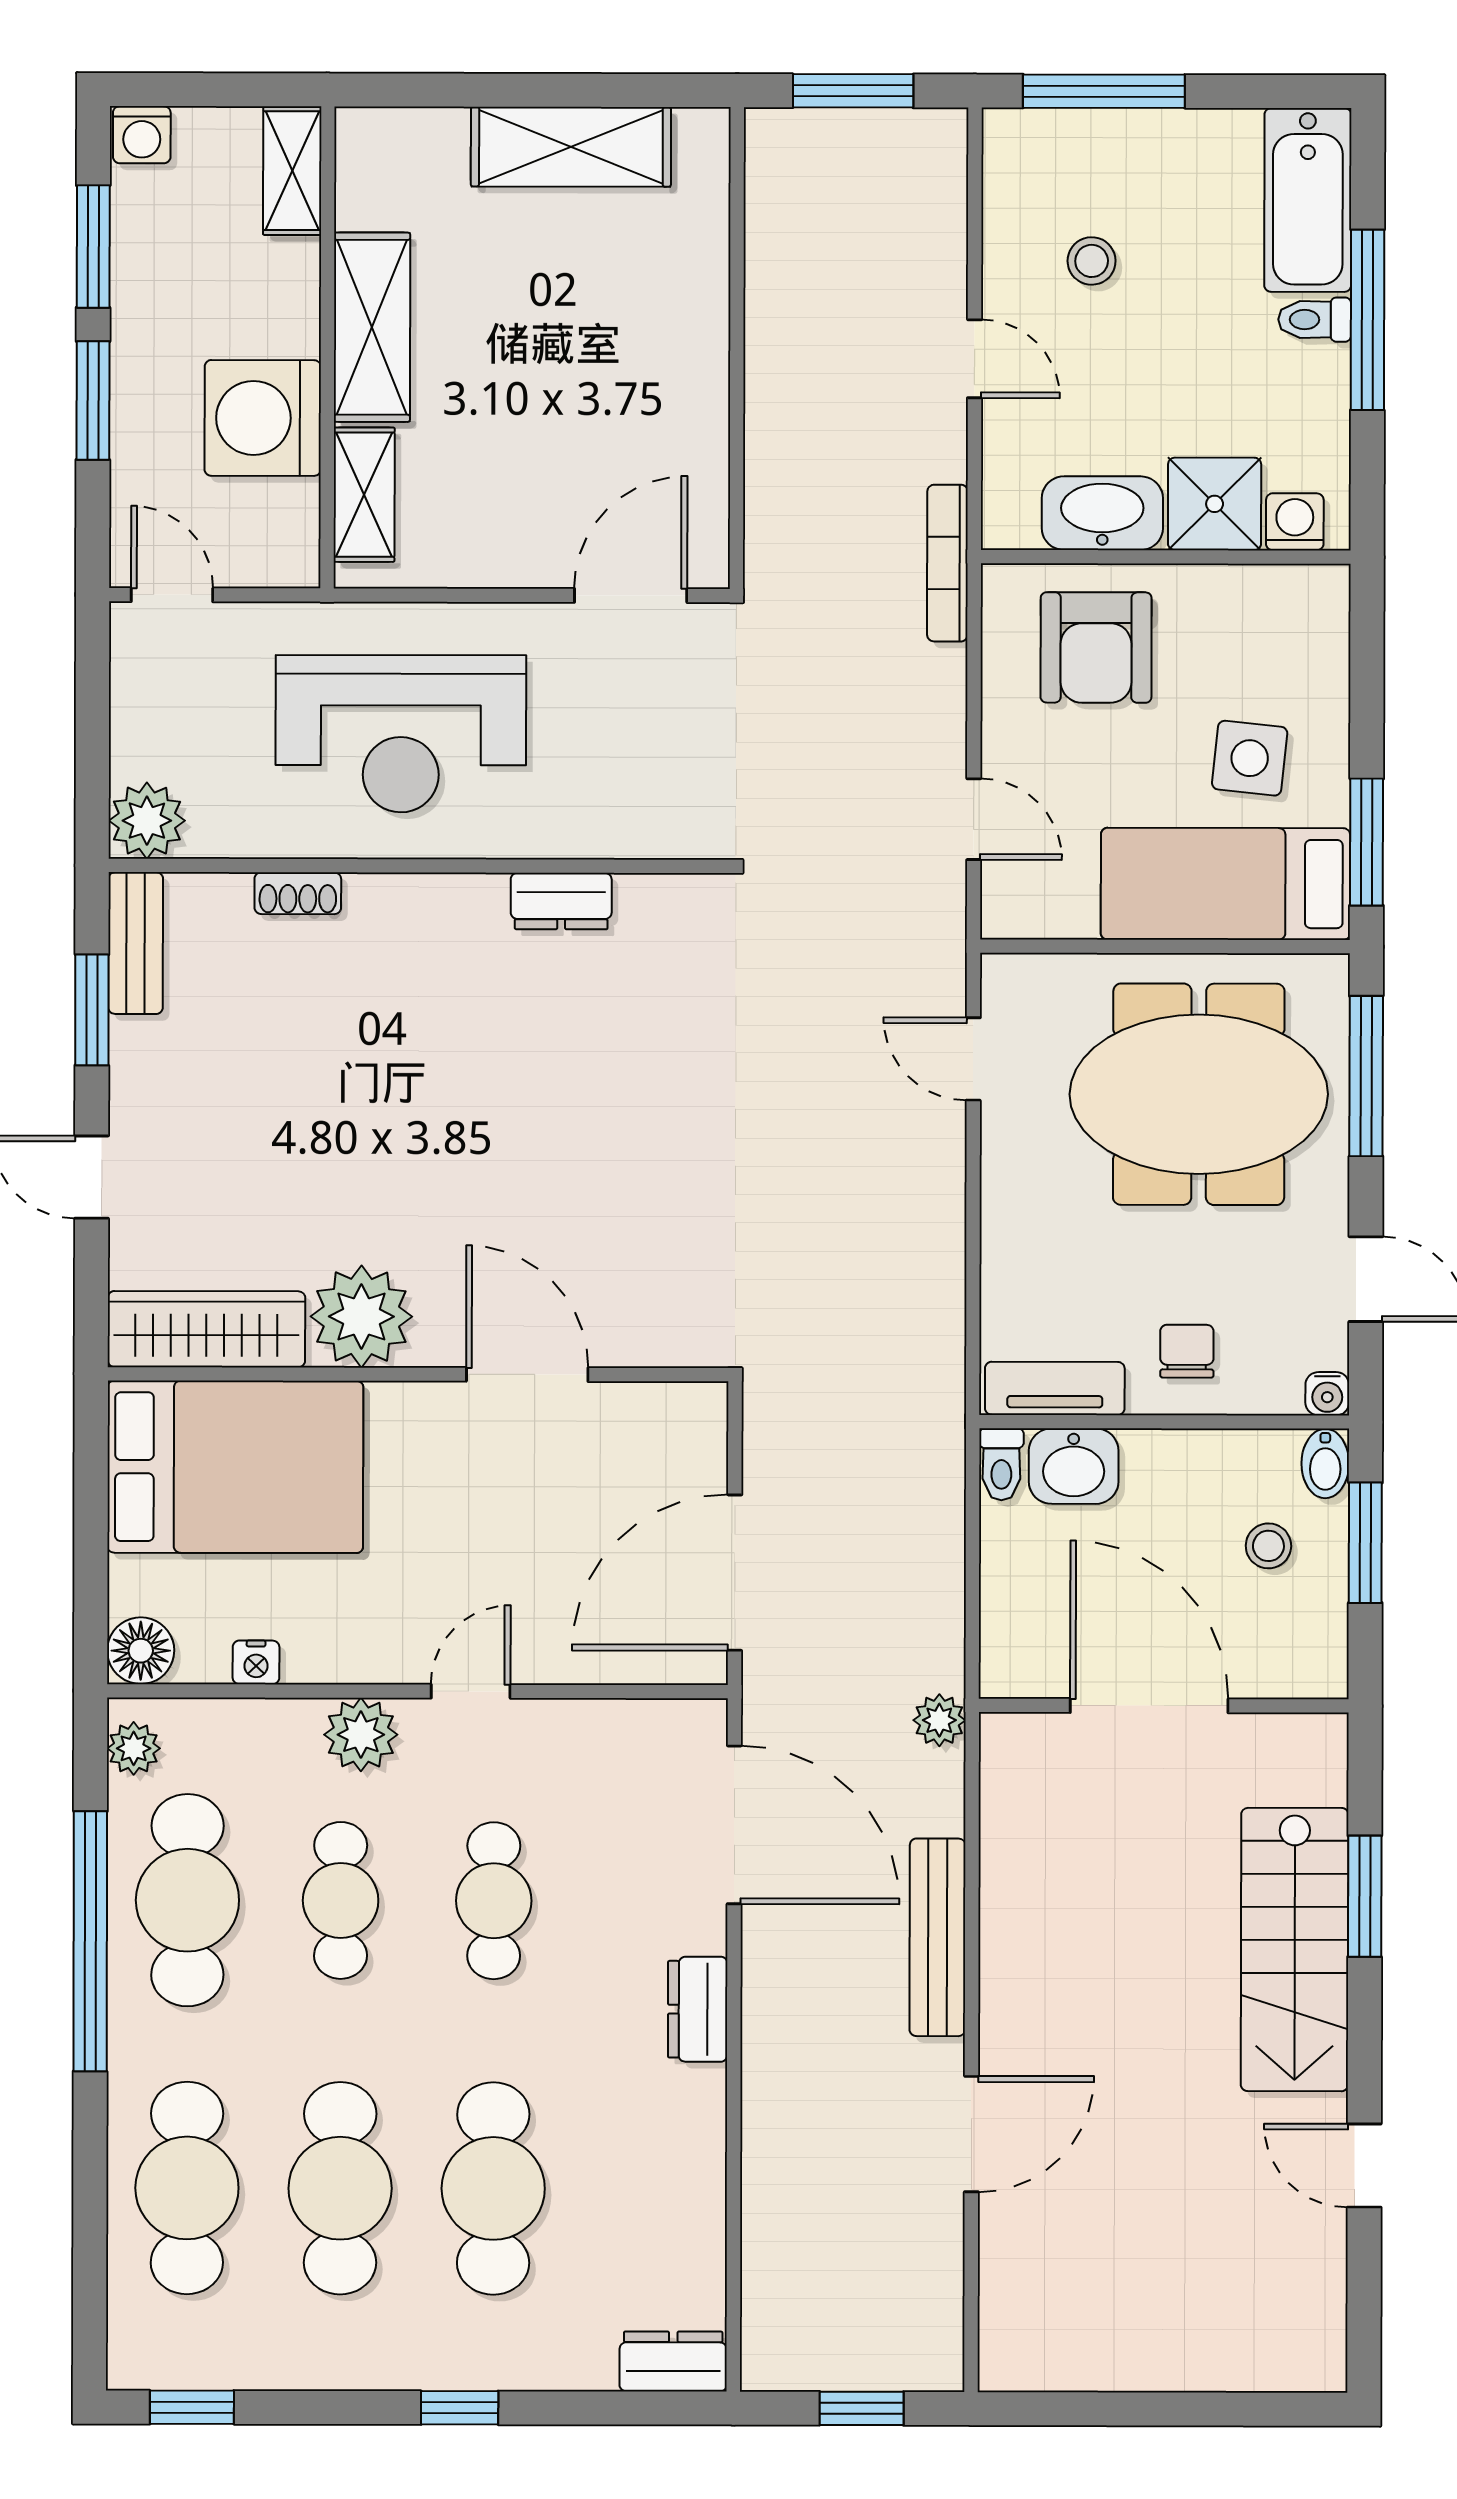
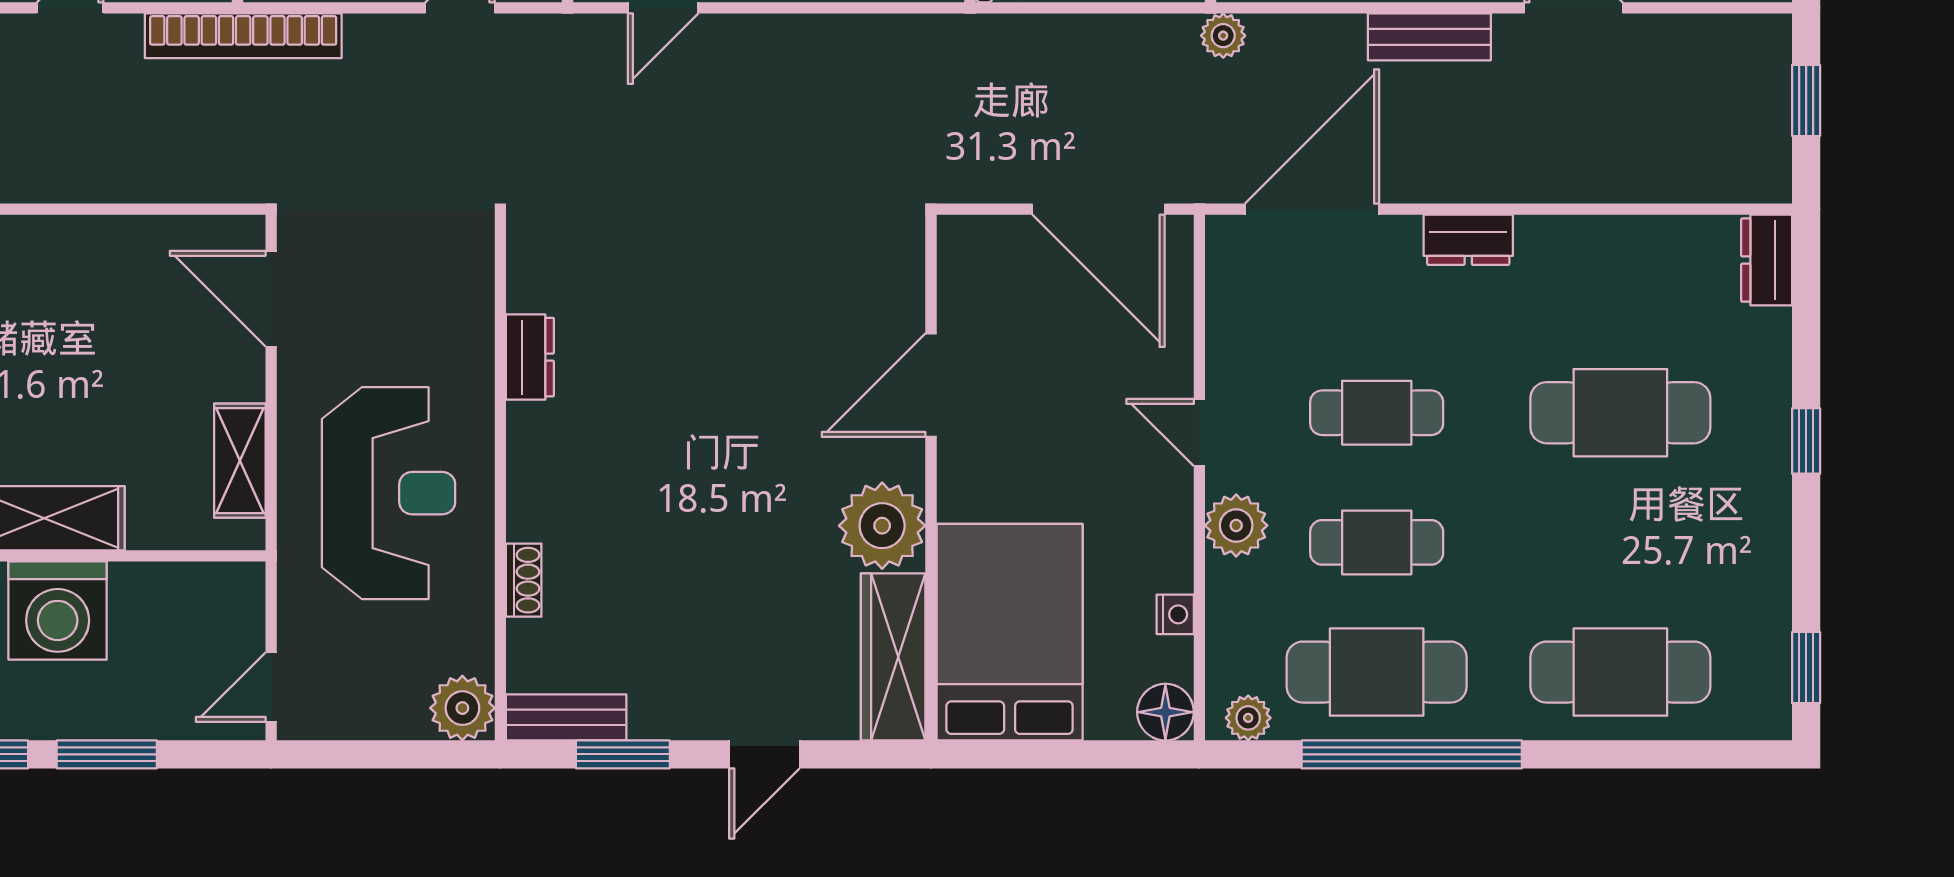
washing machine: (263, 418) -> (58, 611), moved
shelving: (364, 495) -> (240, 461), moved, turned 90
bookcase: (947, 563) -> (243, 36), width x1.48, depth x1.31
bench: (937, 1937) -> (1429, 37), width x0.73
cafe table: (340, 2188) -> (1620, 542), removed

